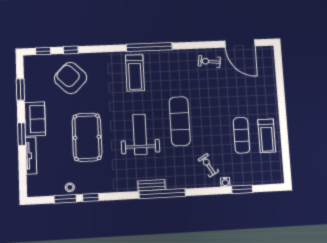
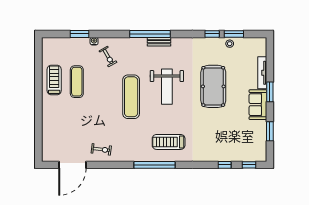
door: (240, 43) -> (72, 165), swing flipped
treadmill: (135, 73) -> (169, 142), turned -90
armchair: (71, 78) -> (226, 140), removed

